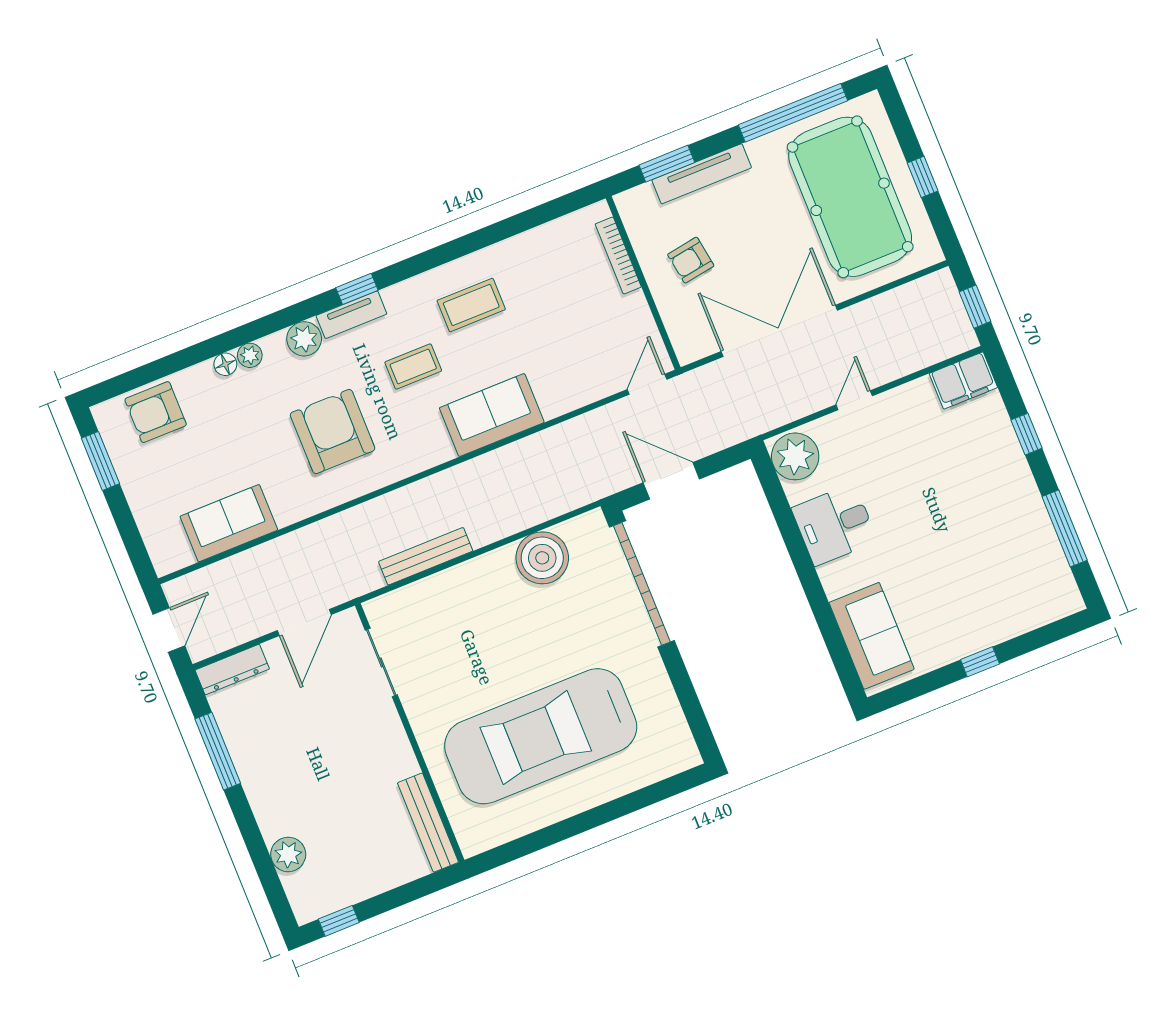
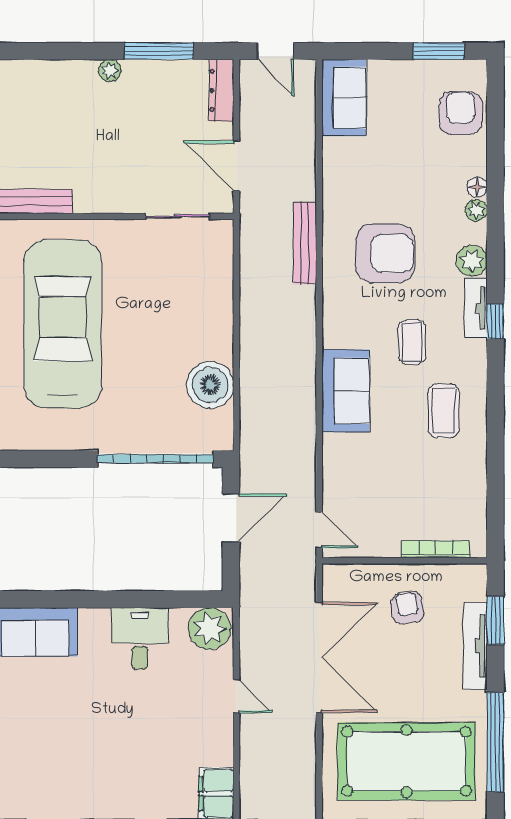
sofa: (229, 523) -> (344, 98), moved
bench: (426, 556) -> (305, 243), moved
plant: (288, 854) -> (110, 71), moved, width x0.73, depth x0.73

